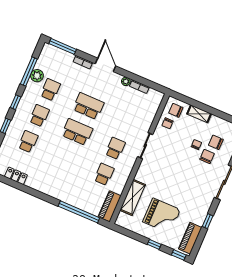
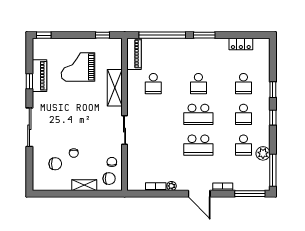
window: (29, 72) -> (273, 170), moved
school desk: (115, 148) -> (198, 84), moved
chair: (207, 156) -> (58, 146), removed
window: (43, 197) -> (204, 35), added
shelving: (133, 197) -> (115, 88), moved
piano: (190, 238) -> (40, 76), moved
window: (154, 244) -> (103, 35), moved

